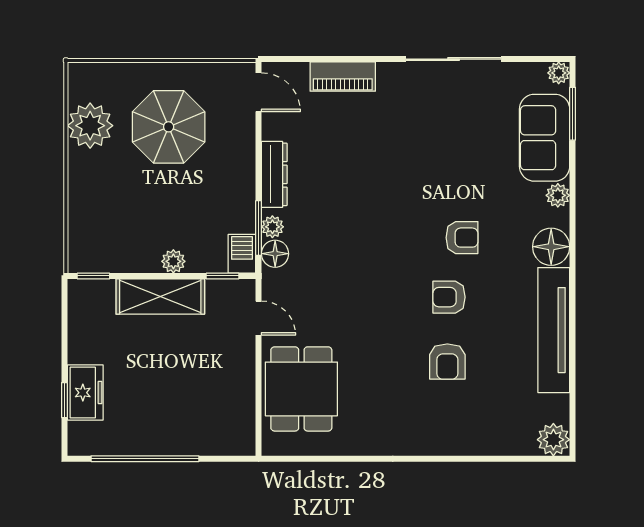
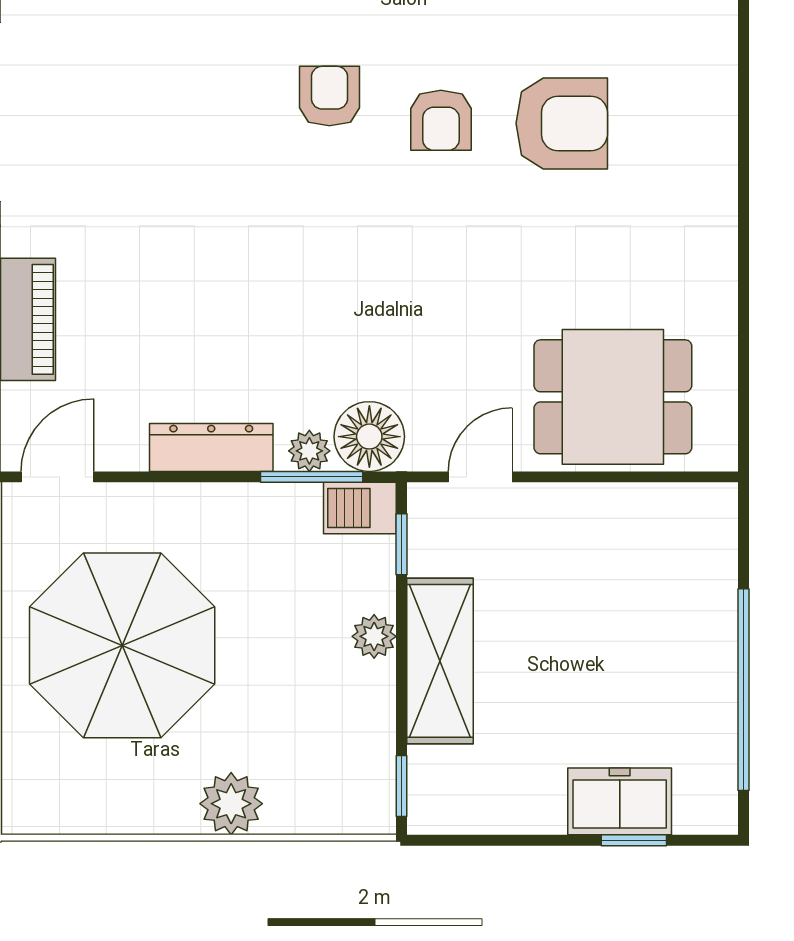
plant: (90, 126) -> (231, 804), moved, width x0.73, depth x0.73
parasol: (169, 127) -> (122, 645), width x1.36, depth x1.36
floor lamp: (275, 254) -> (369, 437), width x1.38, depth x1.38
armchair: (447, 362) -> (562, 123), width x1.38, depth x1.38

